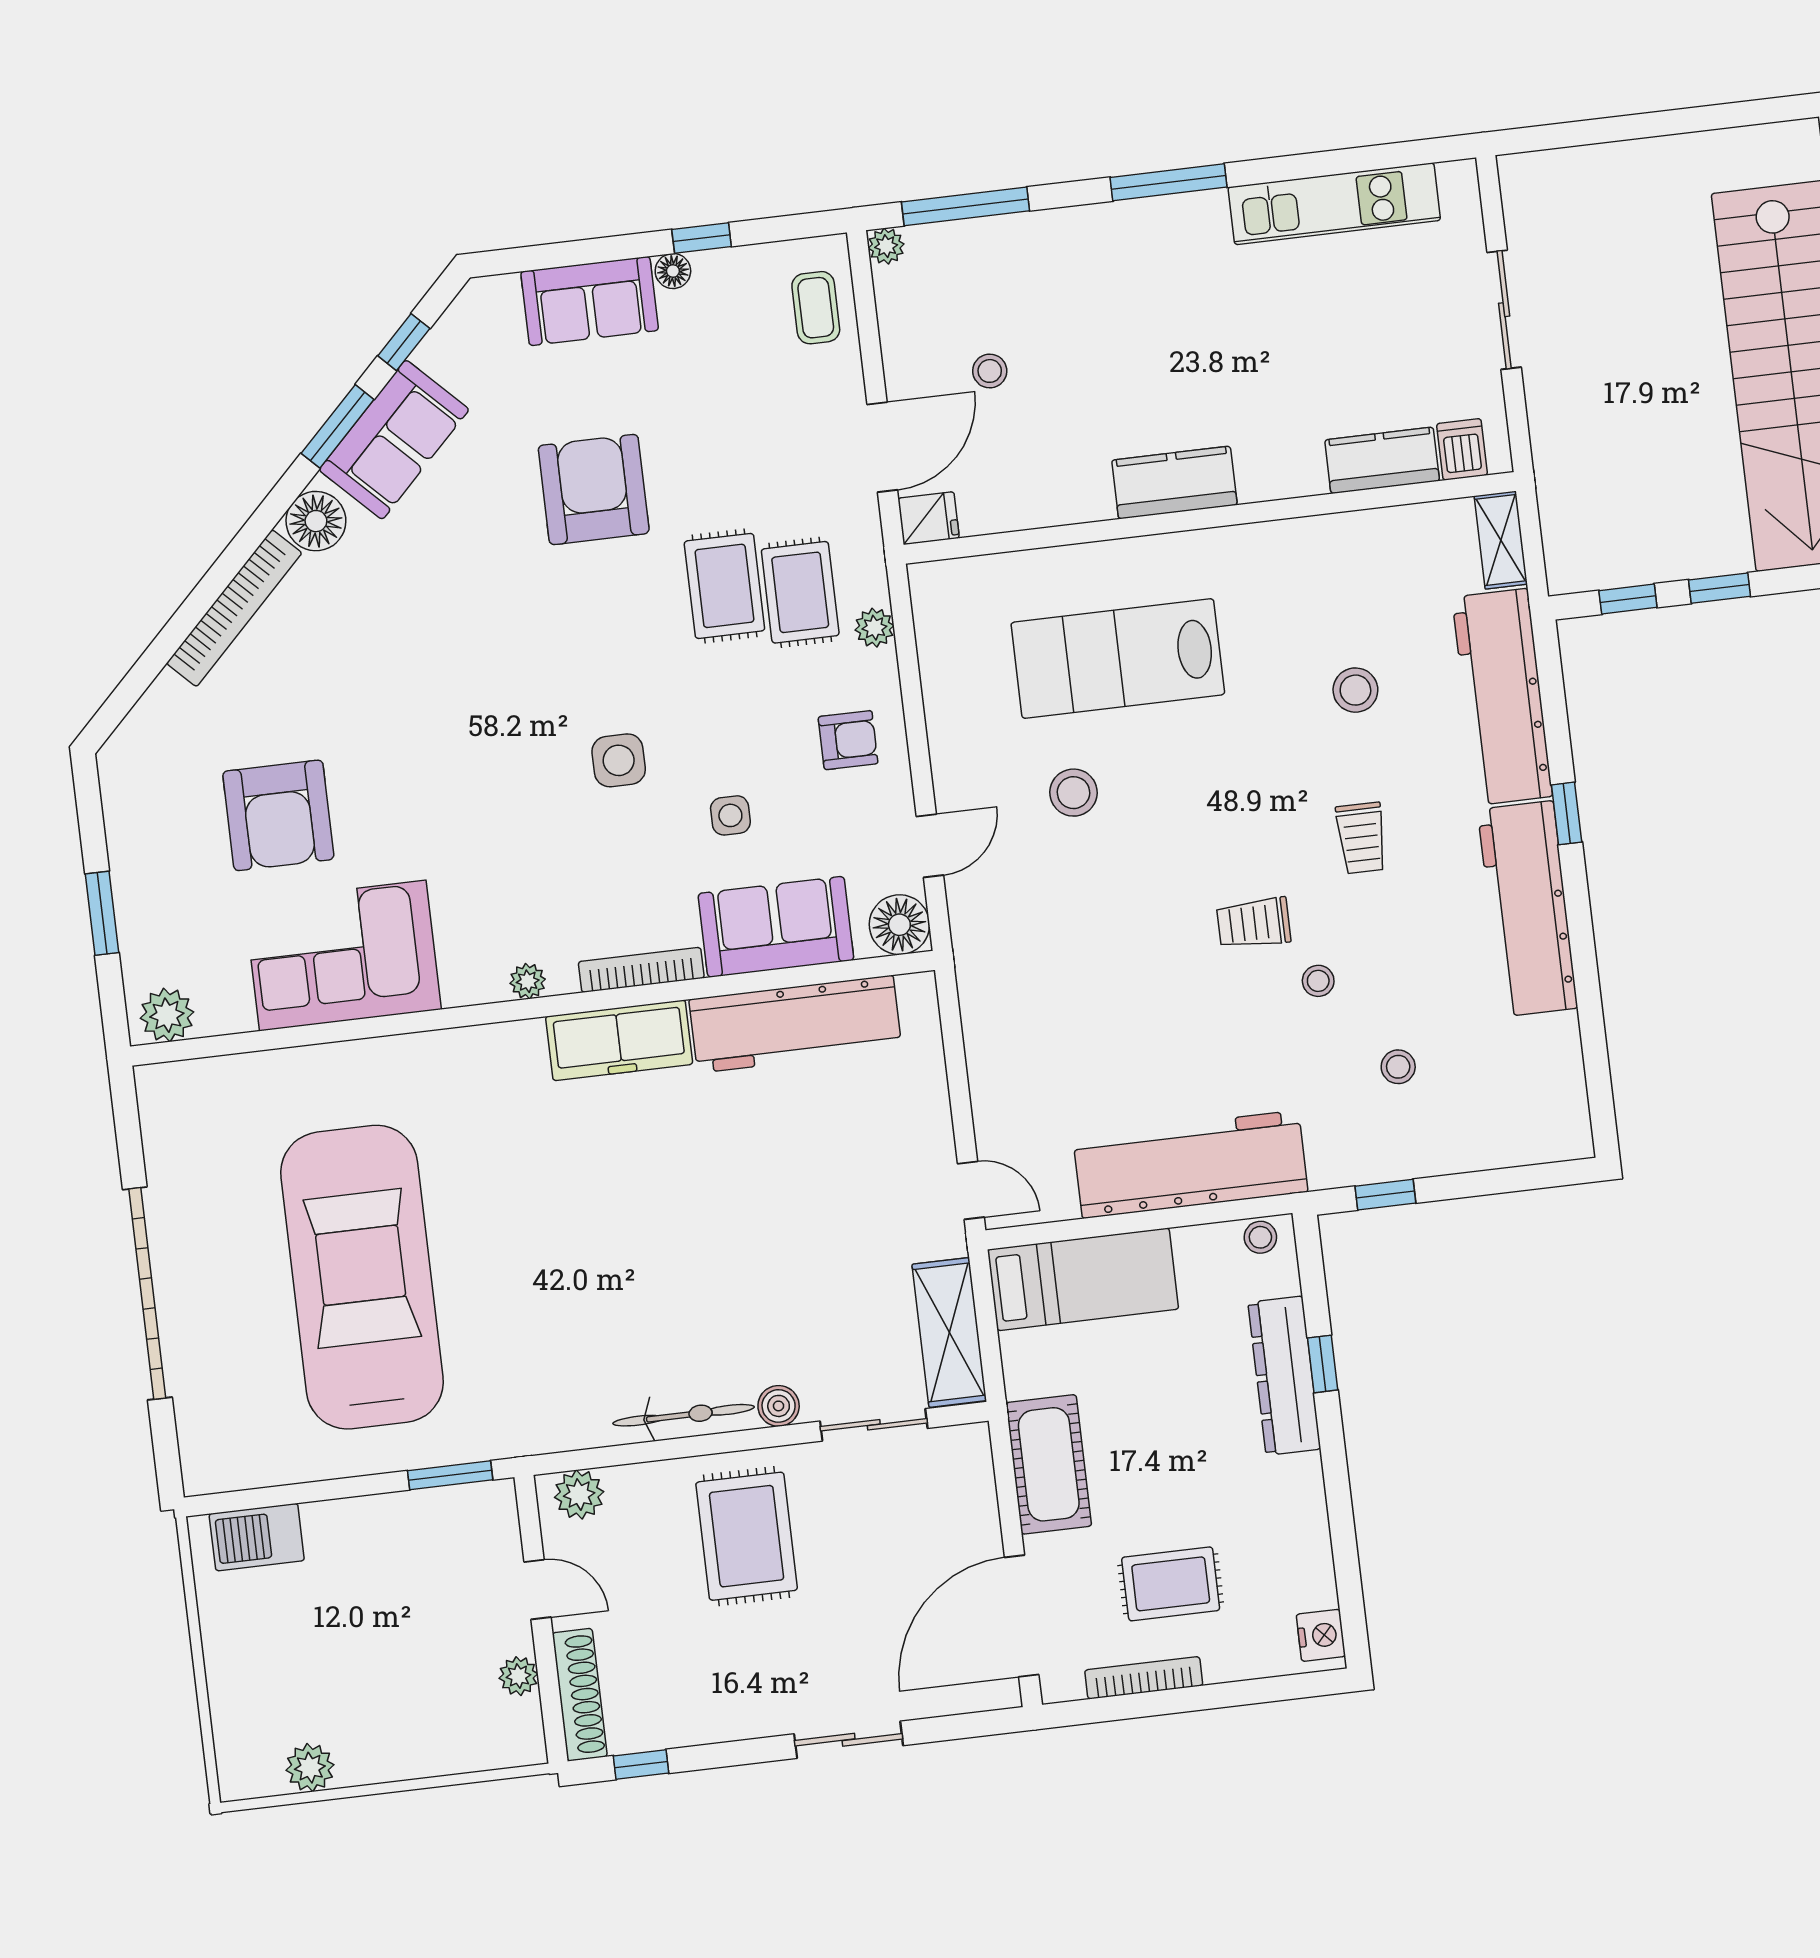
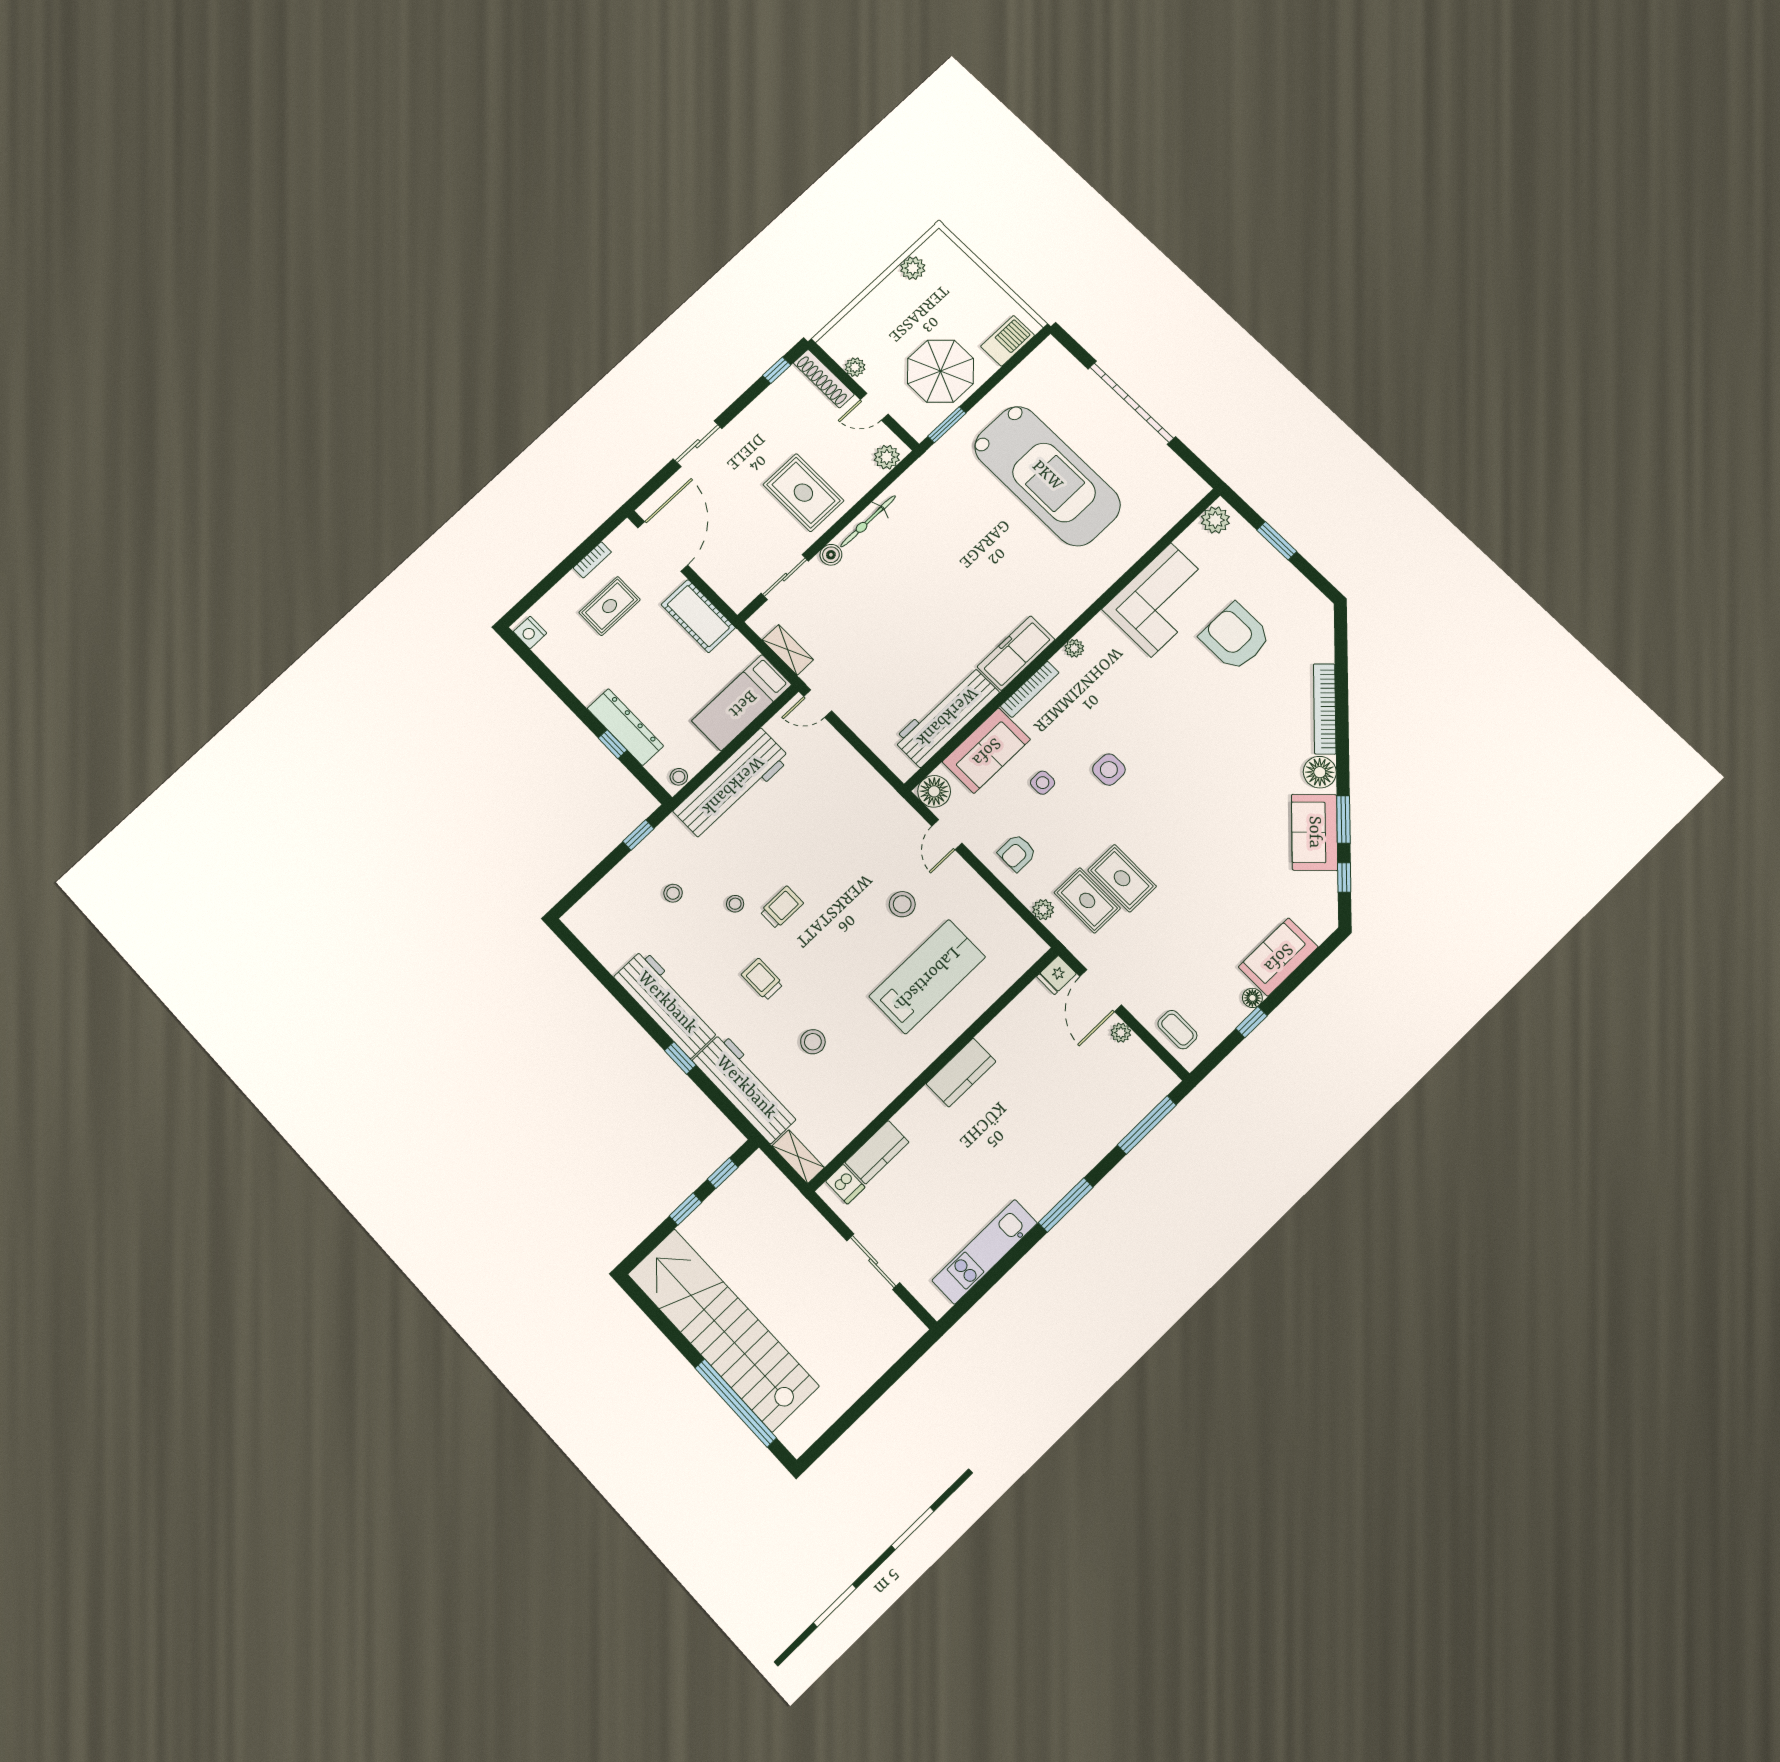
plant: (886, 246) -> (1121, 1033), moved
stool: (990, 371) -> (1080, 1060), removed
armchair: (594, 489) -> (1211, 877), removed
shelving: (949, 1332) -> (788, 650), width x0.67, depth x0.75
parasol: (395, 1568) -> (941, 371), added
bookcase: (1144, 1678) -> (592, 560), width x0.64

